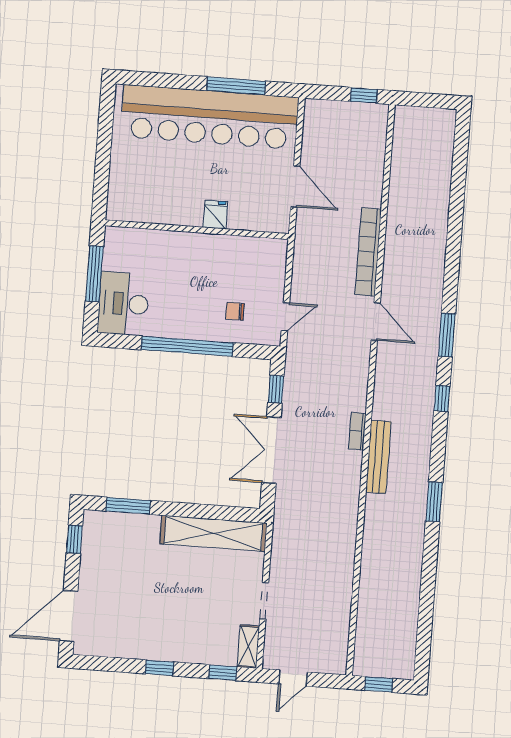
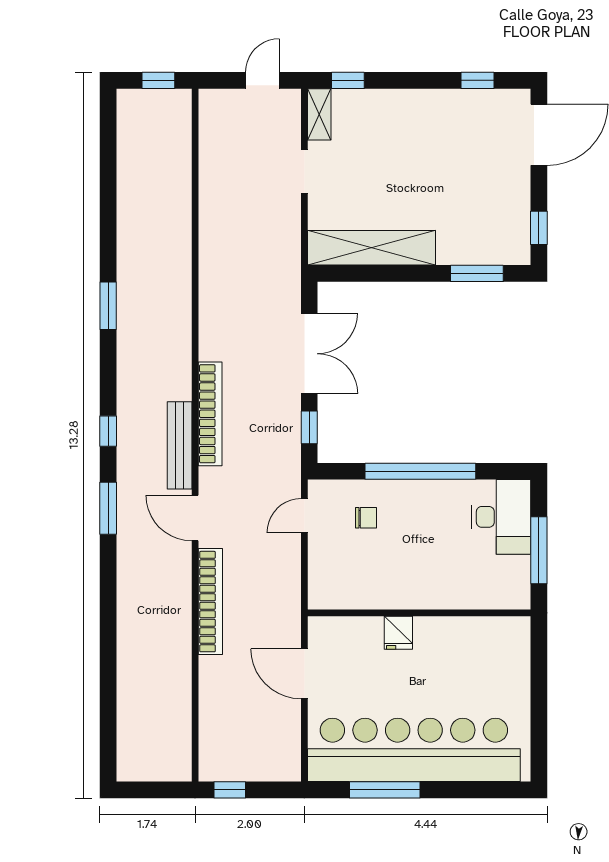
bookcase: (357, 431) -> (210, 414), width x2.31, depth x1.31
bench: (378, 457) -> (180, 445), moved
window: (159, 668) -> (477, 80), moved

